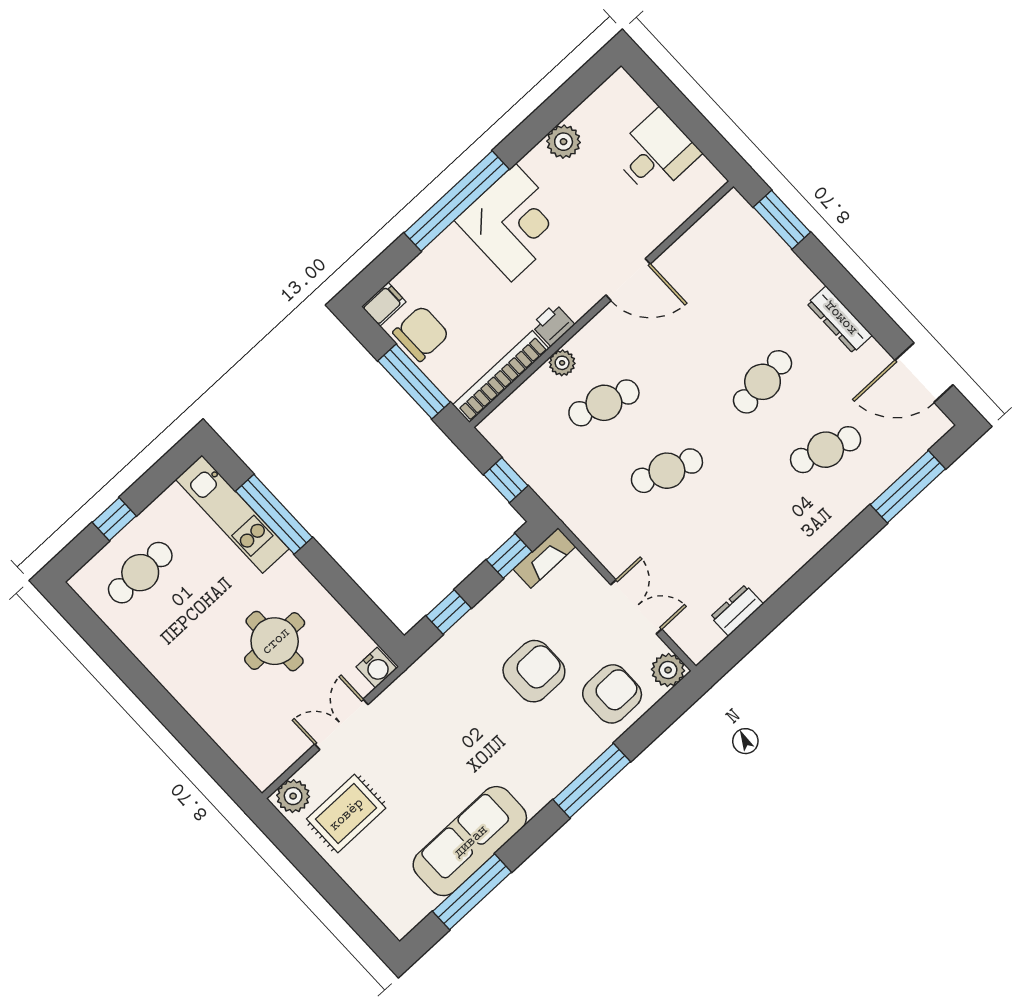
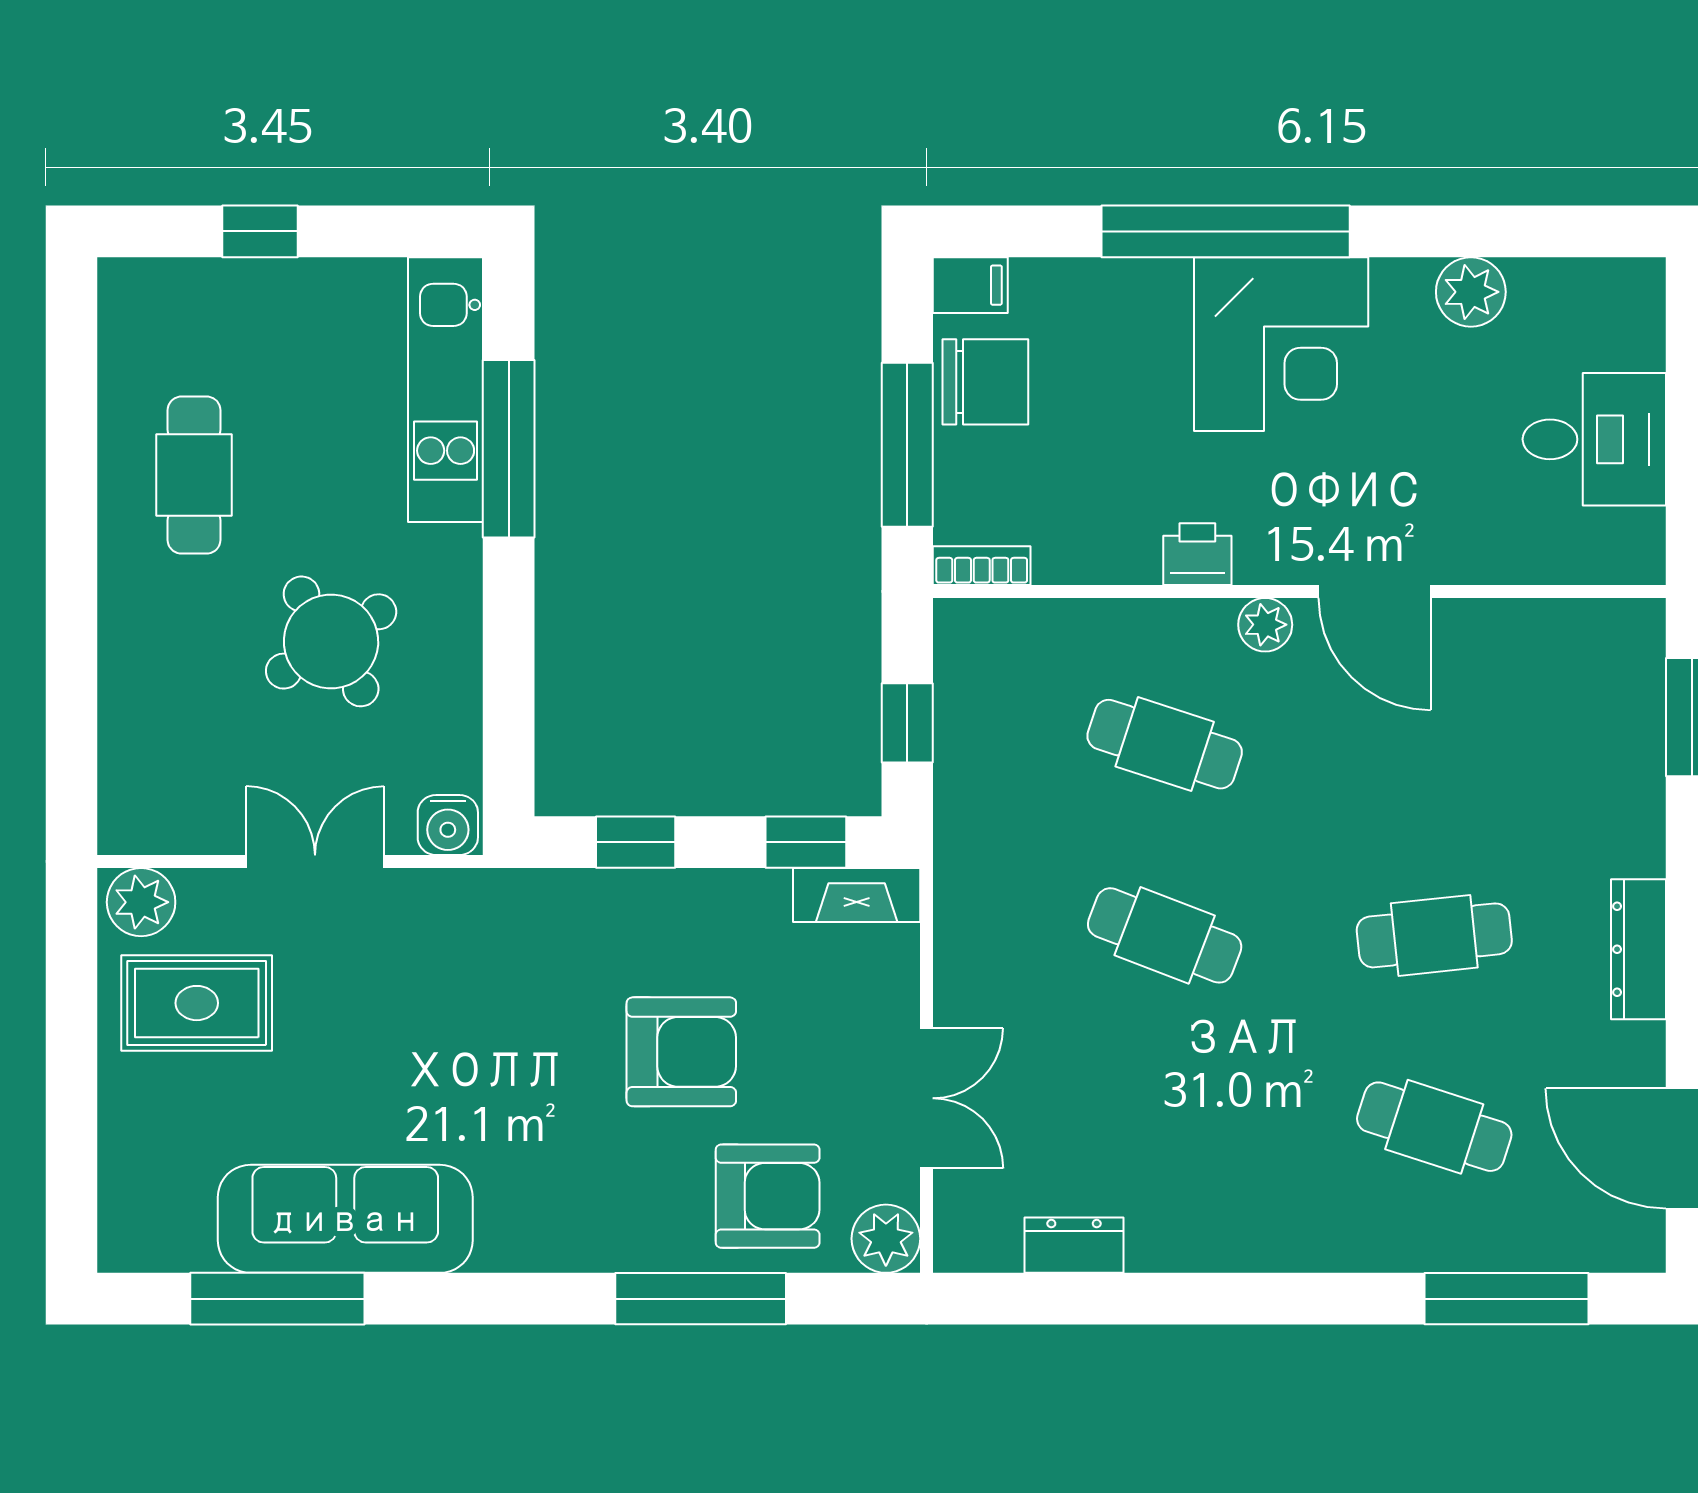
plant: (562, 363) -> (1265, 625), moved
bookcase: (501, 377) -> (982, 566), width x0.43, depth x0.76
cafe table: (140, 573) -> (194, 475), moved, turned 90
round table: (275, 641) -> (331, 641), turned -32
window: (592, 781) -> (701, 1299), moved

